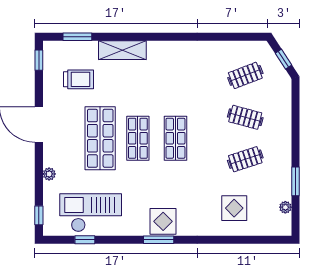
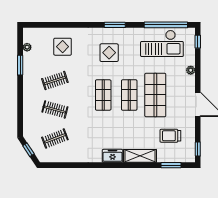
freezer: (162, 50) -> (113, 156), added
display table: (163, 221) -> (109, 53), moved
window: (85, 240) -> (166, 25), width x3.17

